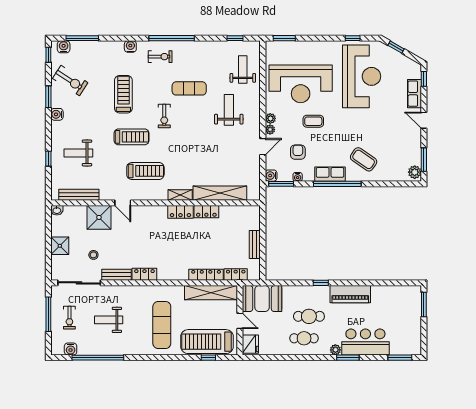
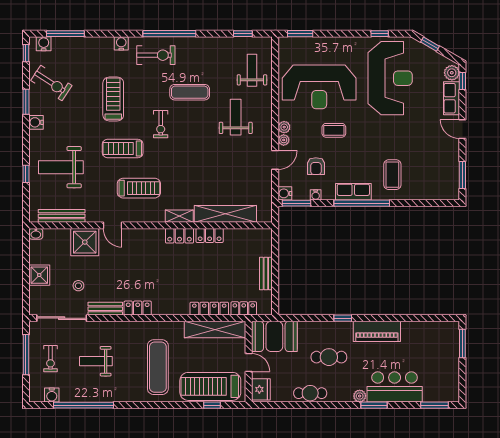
exercise bike: (160, 57) -> (156, 55), width x1.38, depth x1.39
treadmill: (132, 137) -> (123, 148), turned 180
armchair: (298, 152) -> (316, 166), turned 180
weight bench: (78, 153) -> (61, 167), width x1.36, depth x1.33
coffee table: (364, 159) -> (392, 175), turned 55
plant: (415, 172) -> (452, 73), moved
cafe table: (304, 338) -> (310, 393), moved

